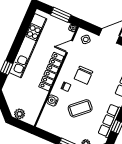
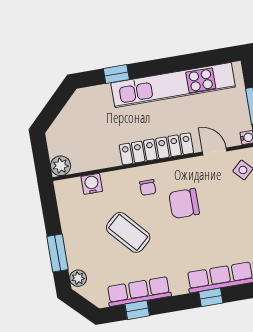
water cooler: (52, 100) -> (92, 184), moved
plant: (20, 114) -> (61, 166), moved

